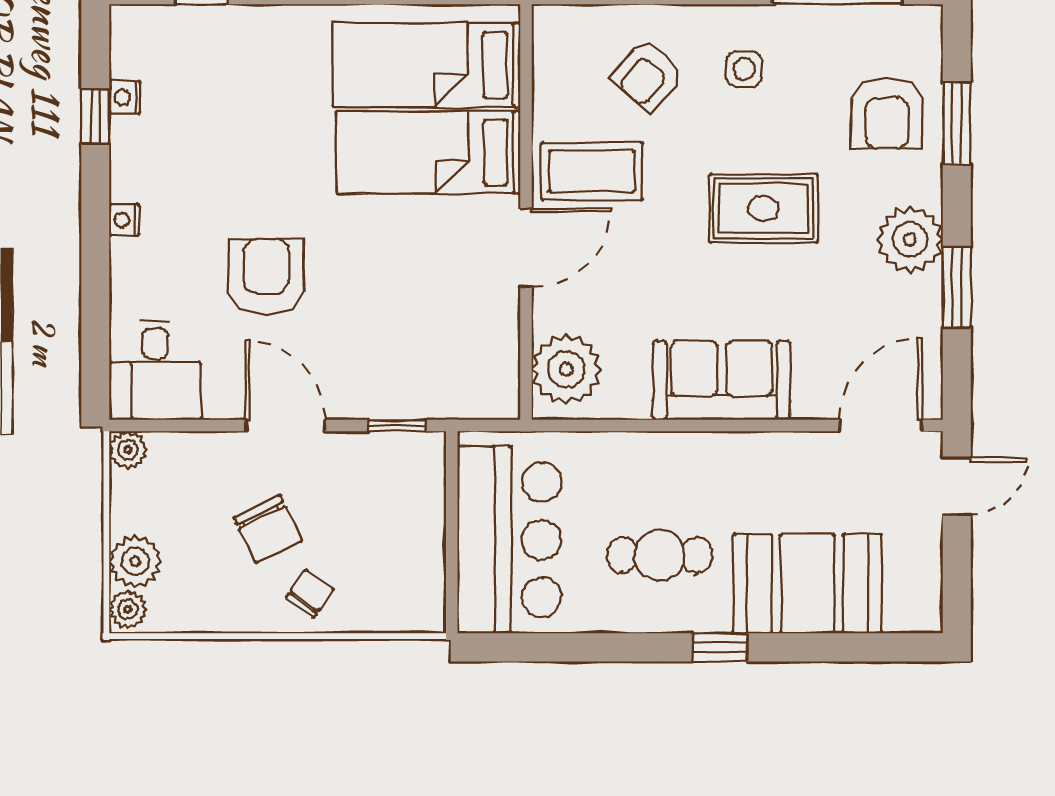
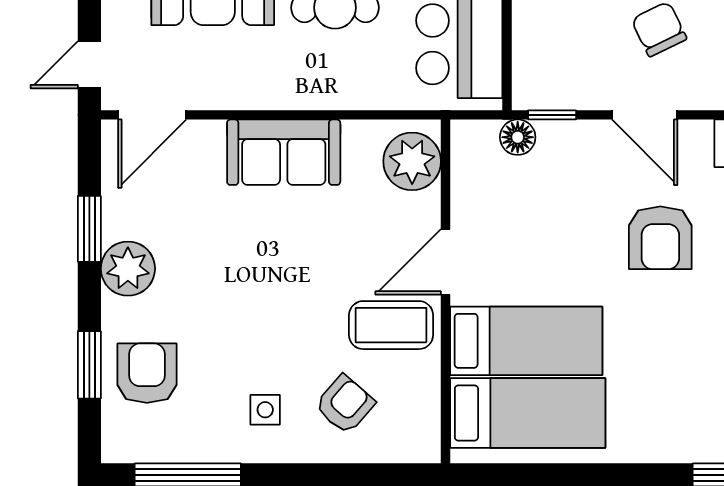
rug: (763, 208) -> (249, 294), removed
floor lamp: (439, 398) -> (518, 137), added

